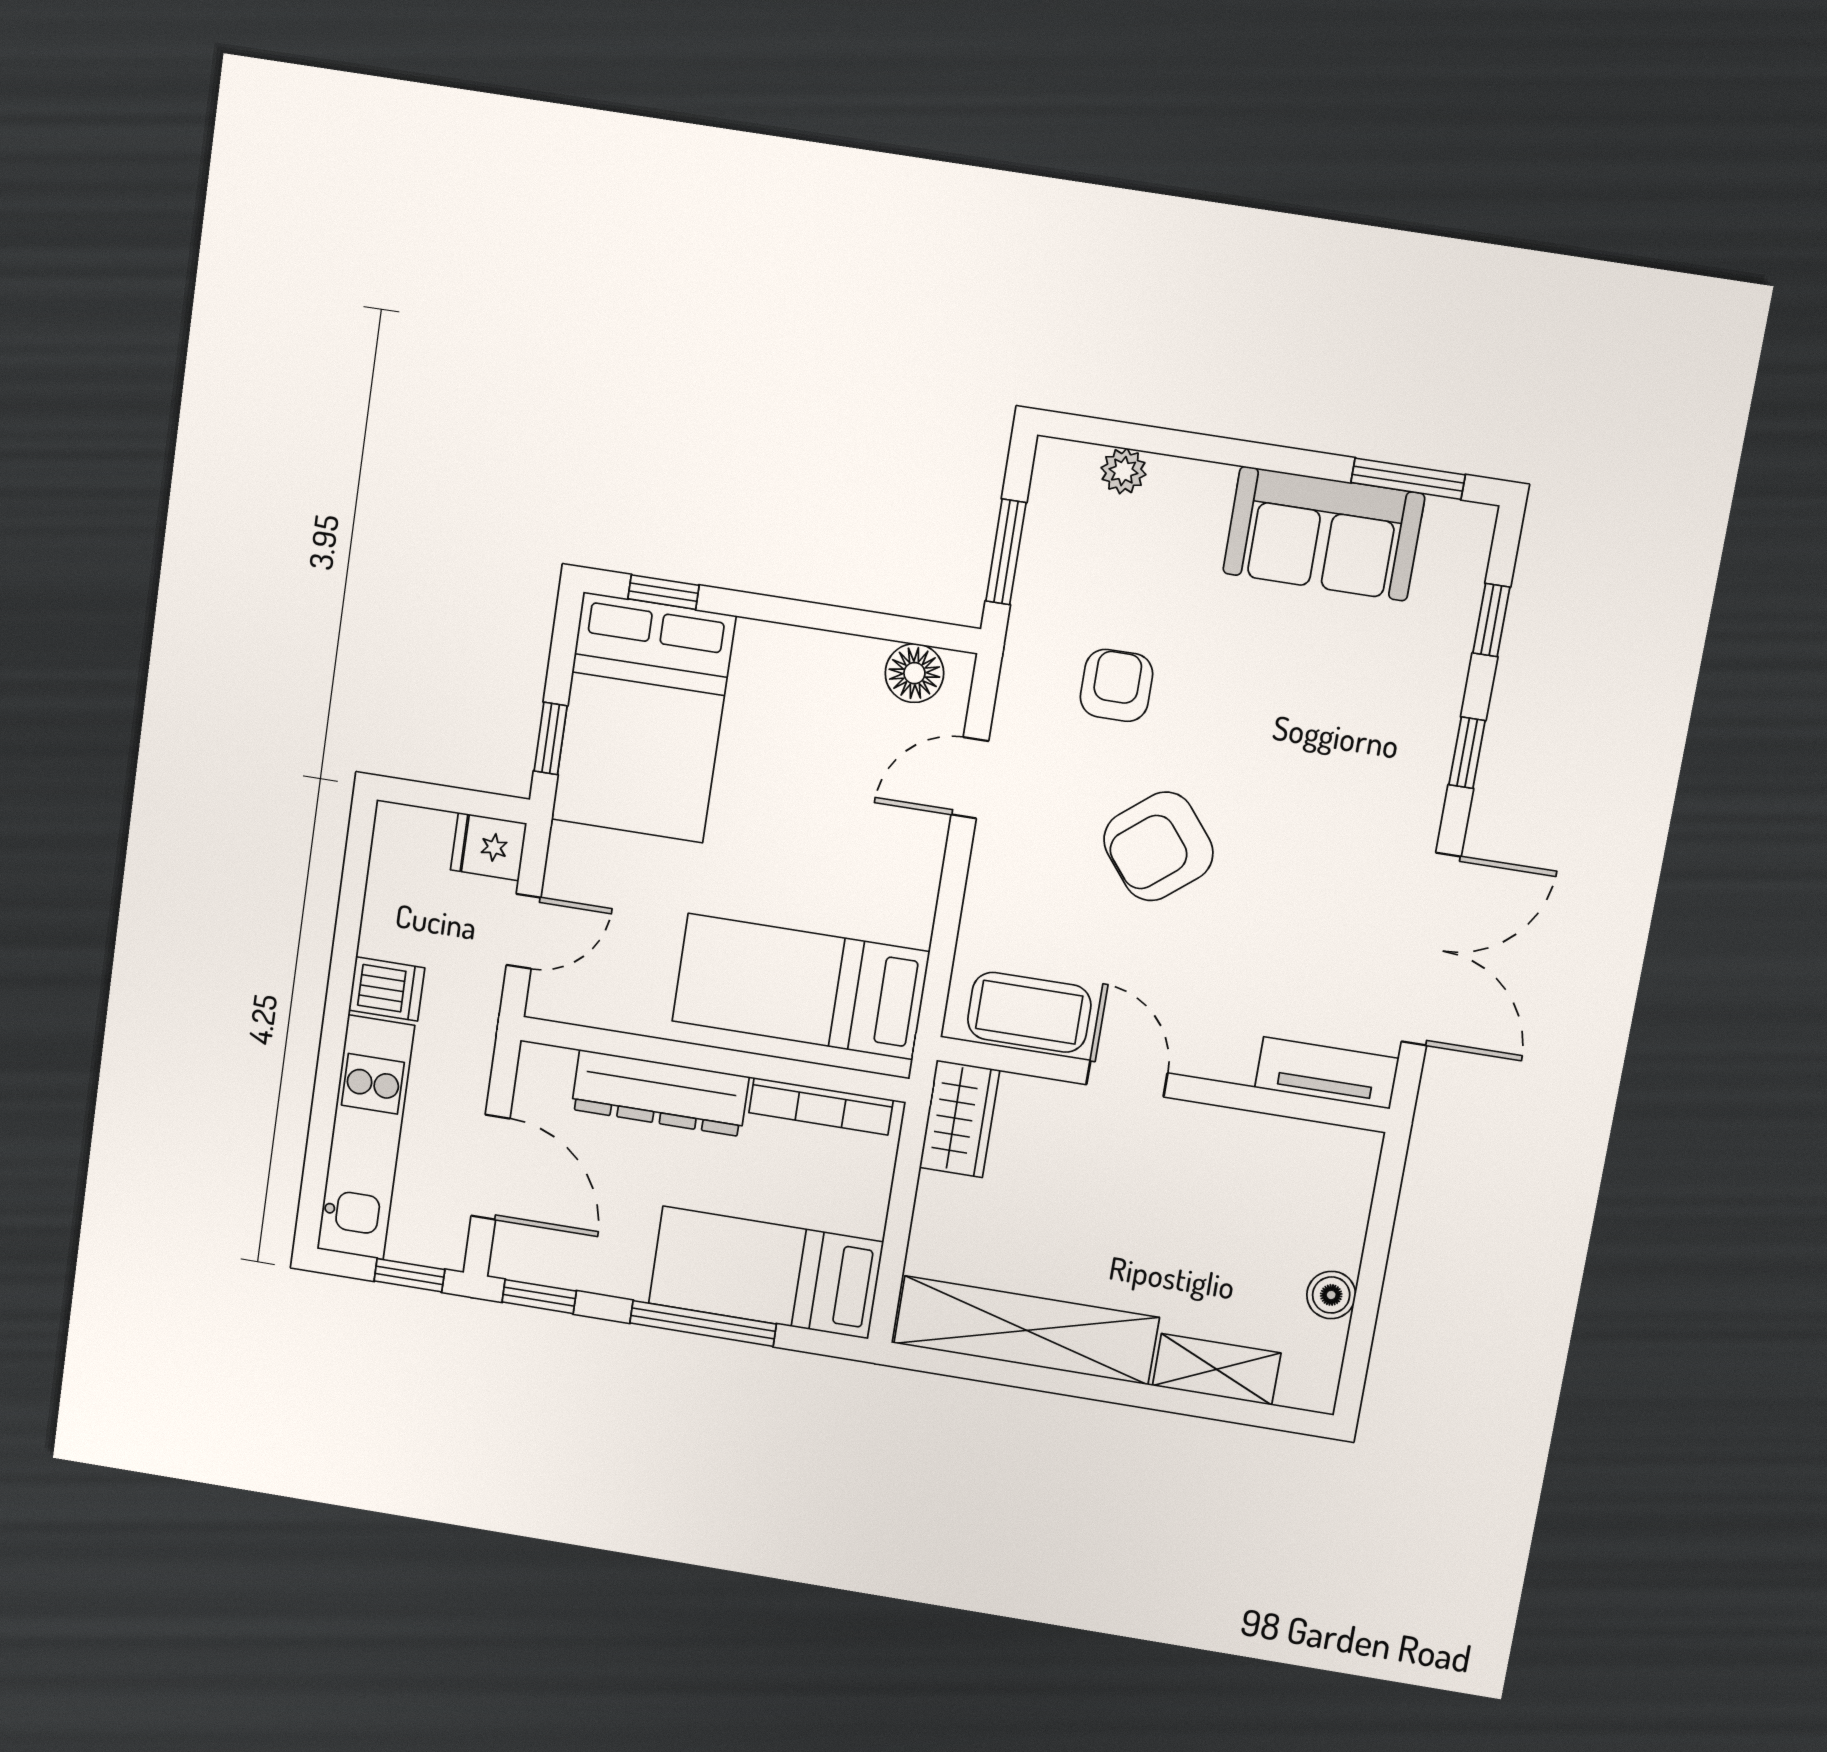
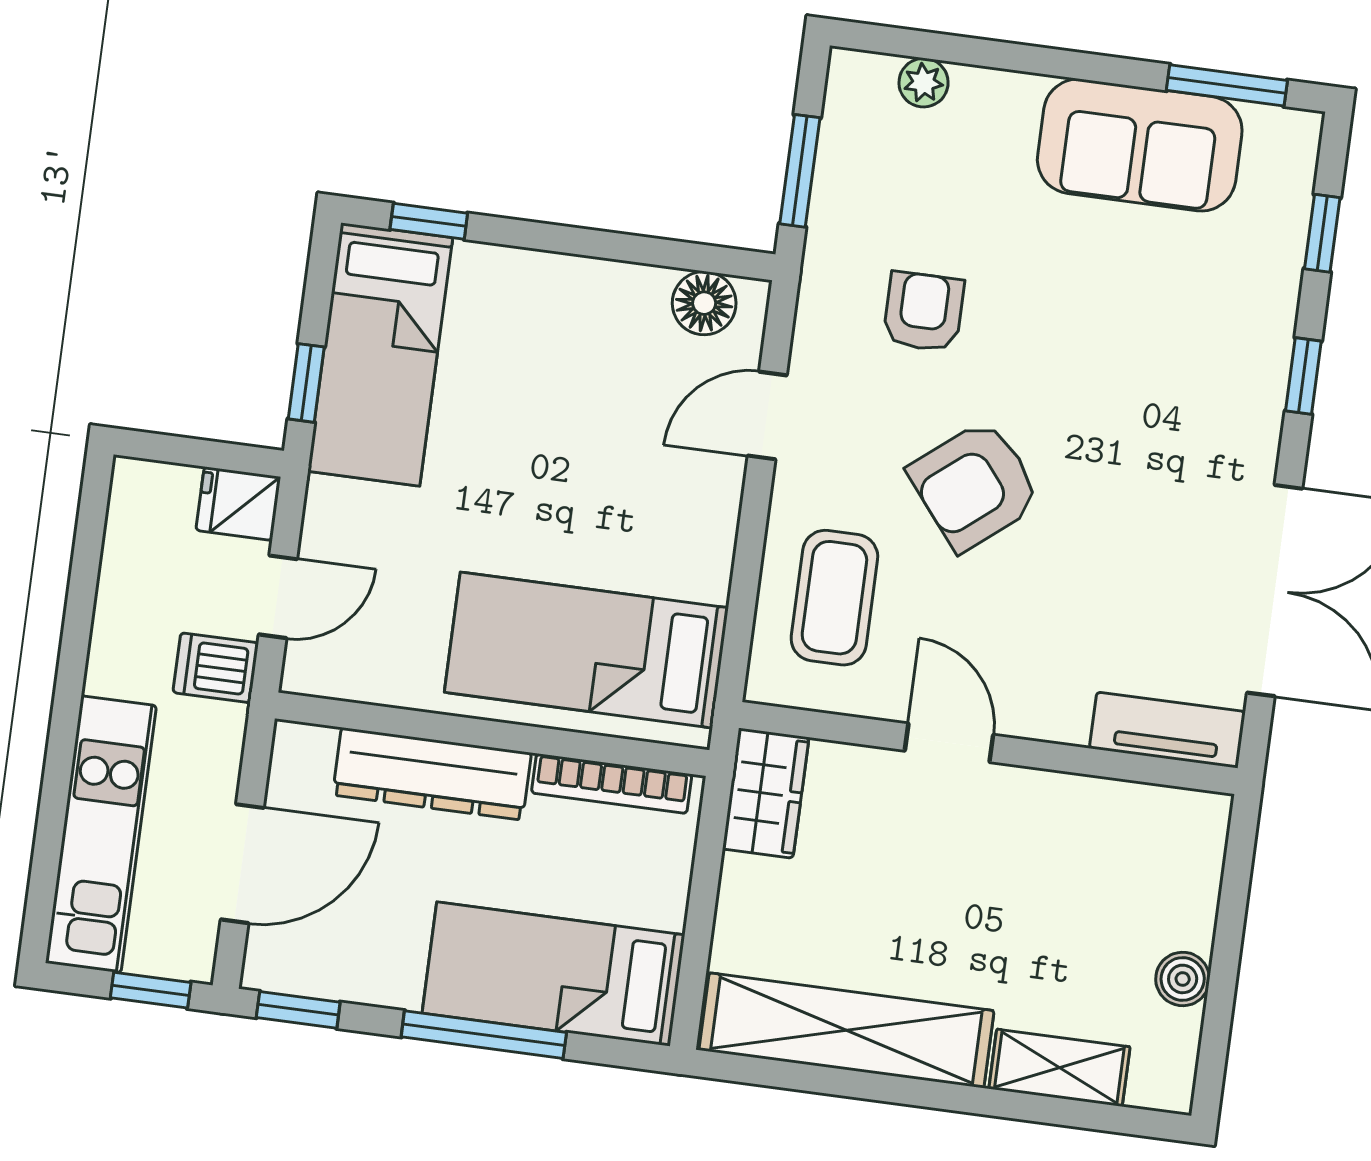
bed: (643, 718) -> (380, 354), width x0.67
dishwasher: (387, 989) -> (216, 668), moved, turned 180
coffee table: (1029, 1012) -> (834, 598), moved, turned 90
door: (490, 1167) -> (242, 864), hinge flipped

